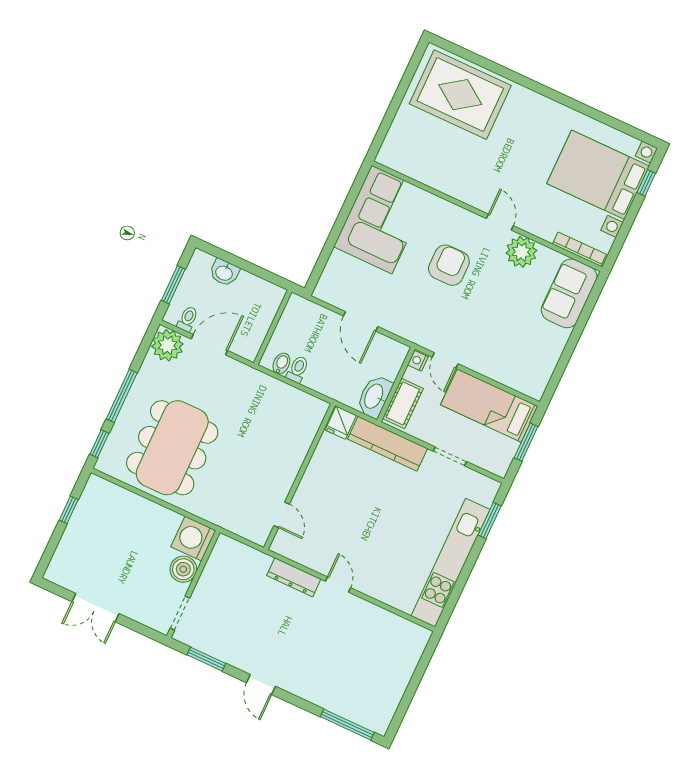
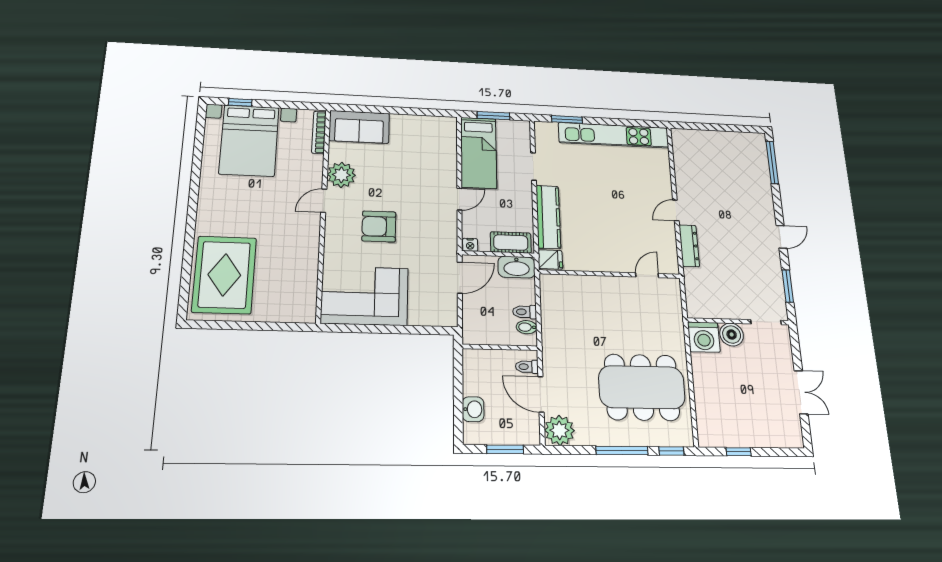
toilet: (188, 319) -> (527, 367), moved
nightstand: (418, 361) -> (470, 245), moved
wall: (396, 385) -> (498, 254), moved
washbasin: (374, 397) -> (517, 267), moved
cot: (403, 403) -> (511, 242), moved

